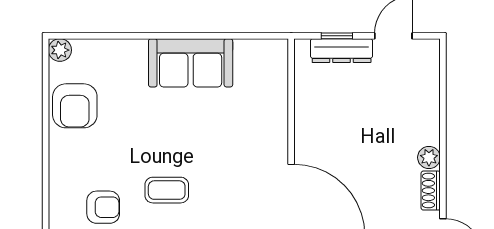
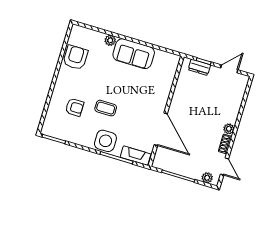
plant: (60, 50) -> (110, 40), moved
dresser: (342, 51) -> (199, 67), width x0.70
armchair: (75, 106) -> (75, 57), turned 180

